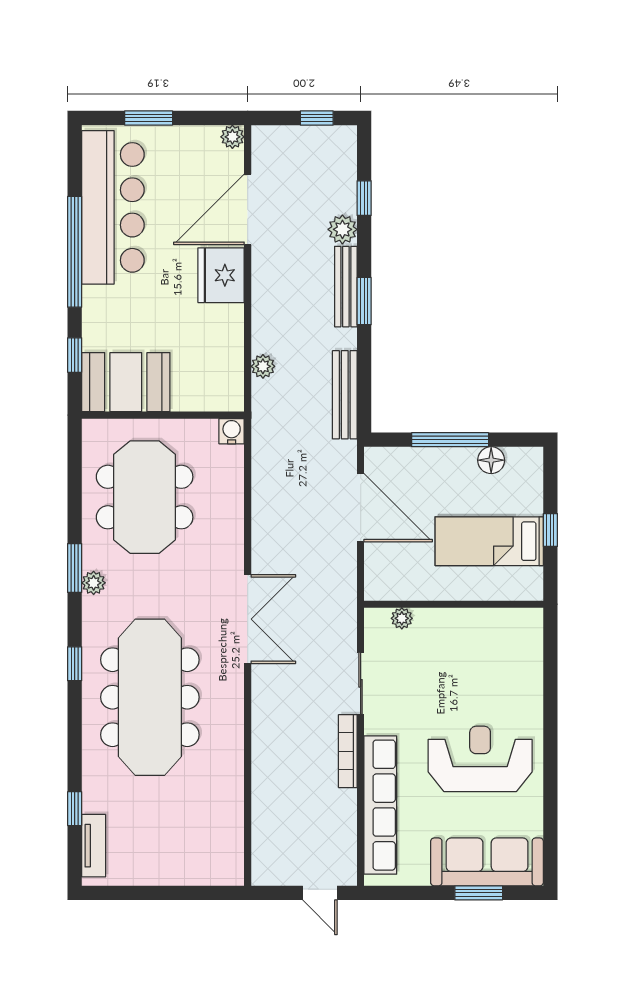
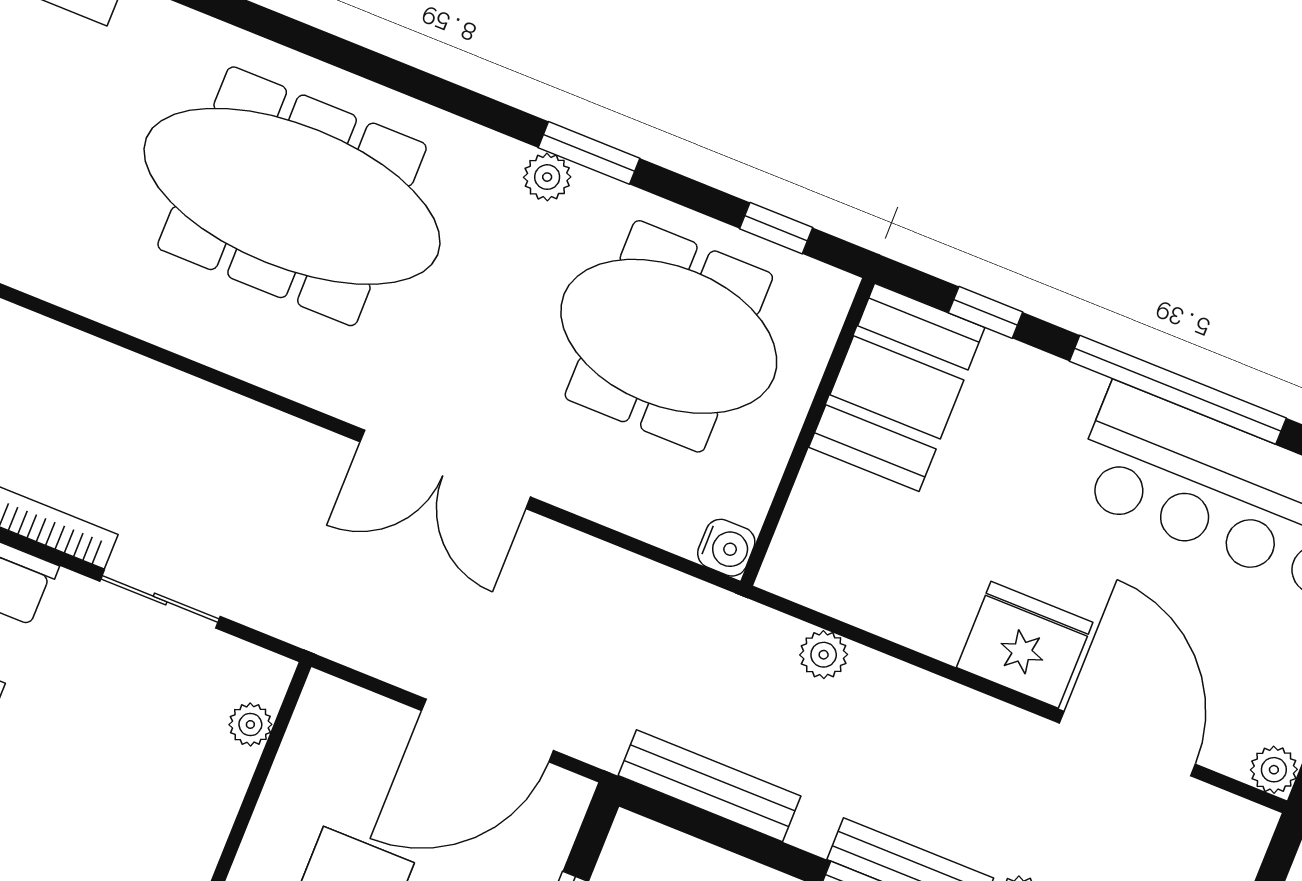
double door: (248, 619) -> (445, 469), moved
window: (75, 664) -> (776, 228), moved

